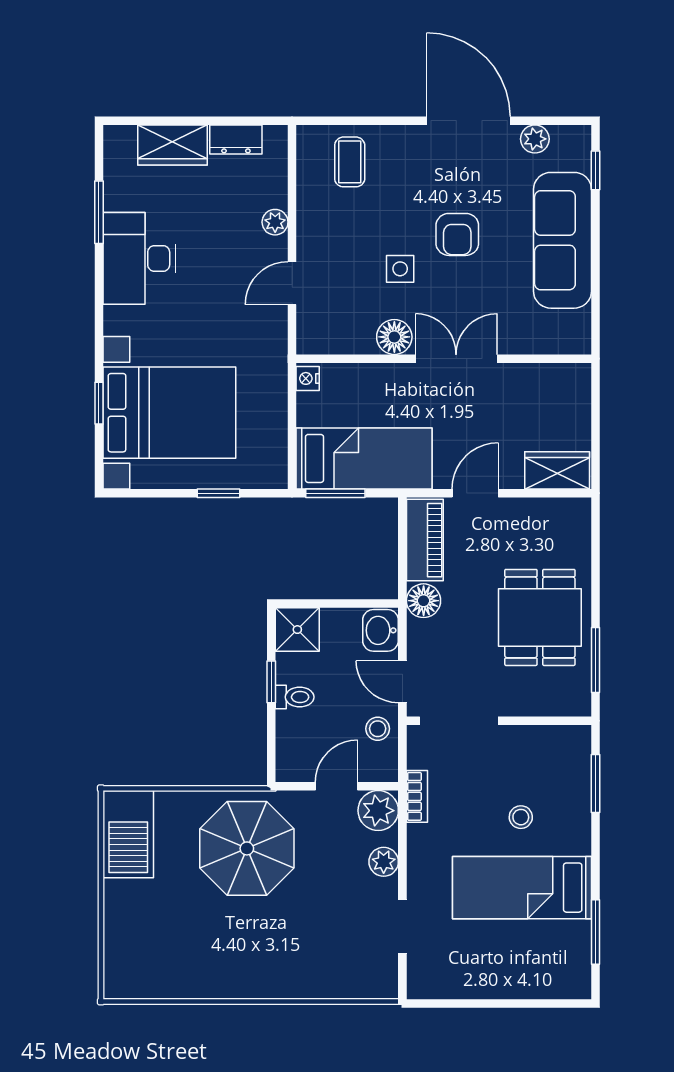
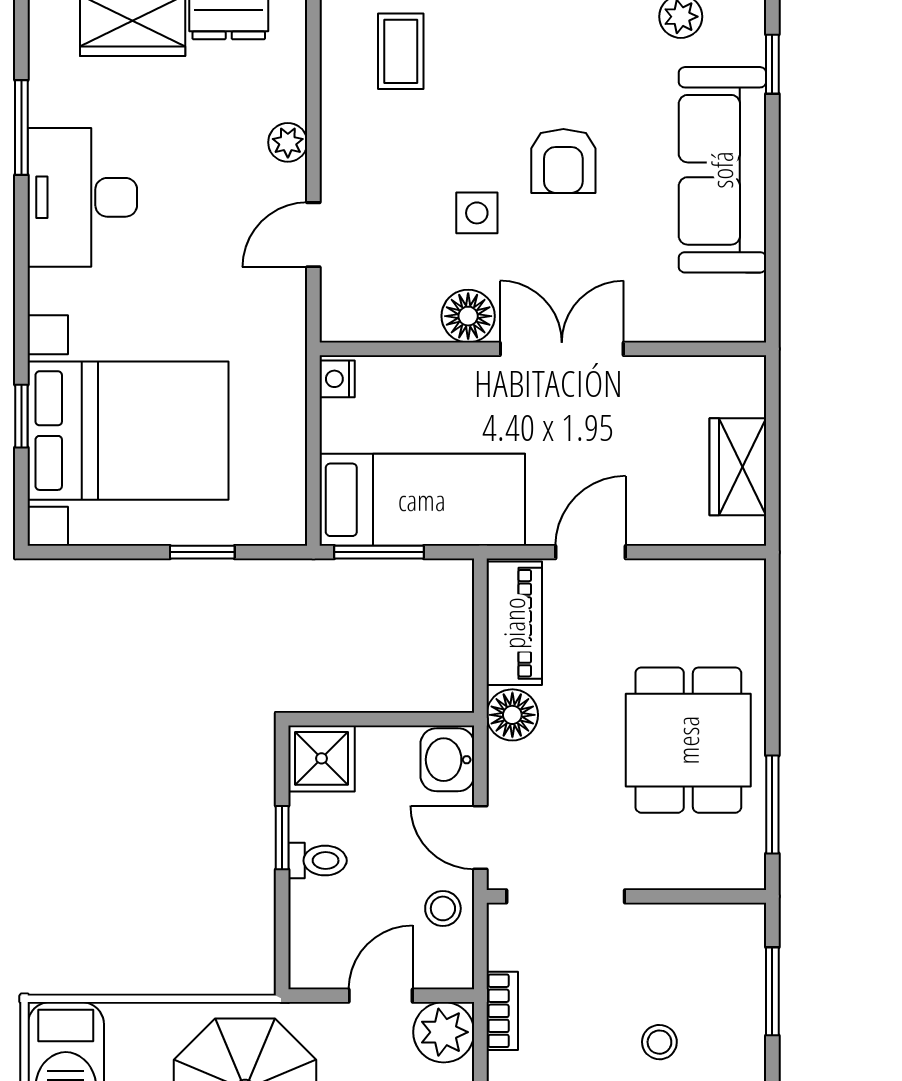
wardrobe: (557, 470) -> (738, 467), moved, turned -90

